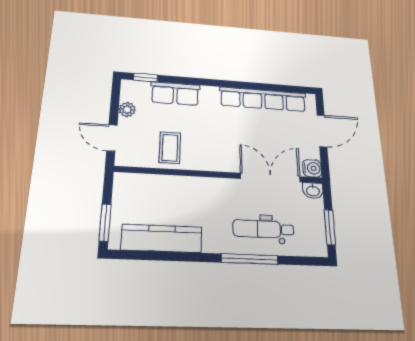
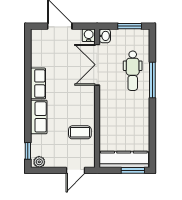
row of seats: (175, 93) -> (39, 117), moved
row of seats: (263, 99) -> (38, 83), width x0.50
plant: (127, 109) -> (39, 162), moved
kitchen counter: (162, 238) -> (124, 159), moved, turned 90

